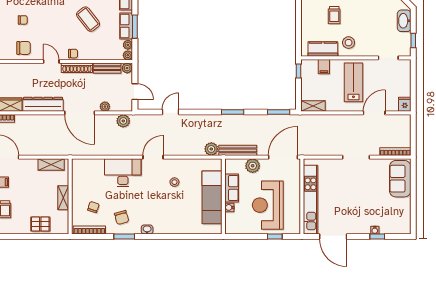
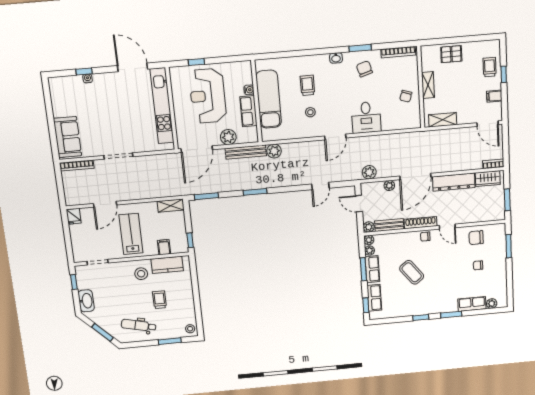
lab bench: (353, 82) -> (131, 234), turned 180
door: (80, 113) -> (415, 177), swing flipped
desk: (123, 173) -> (366, 117), width x0.73
reception desk: (268, 205) -> (208, 96), turned 180
chair: (93, 207) -> (406, 96), moved
trolley: (175, 207) -> (307, 85), added

